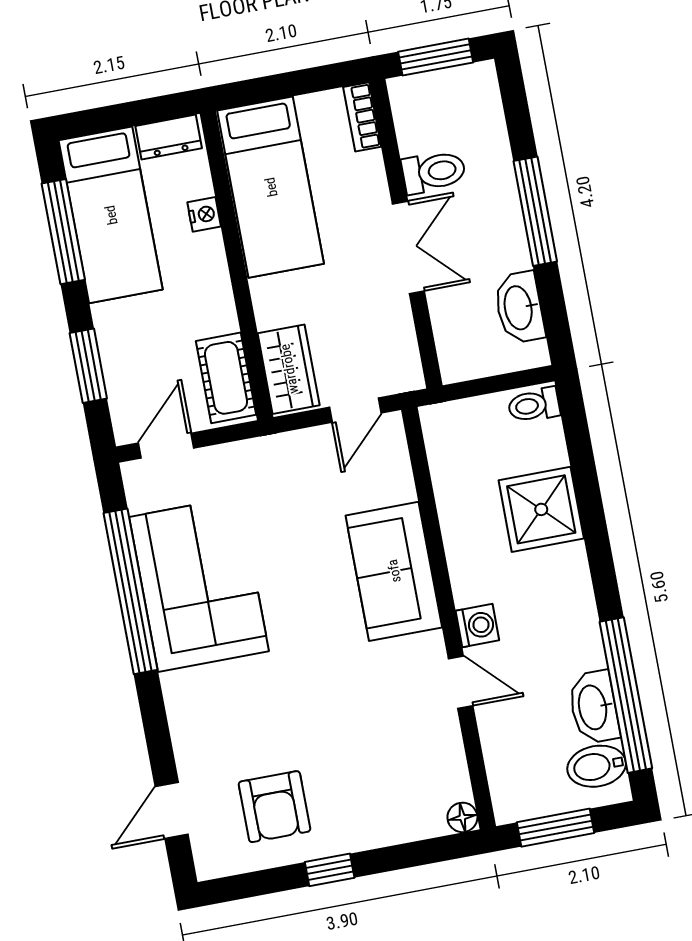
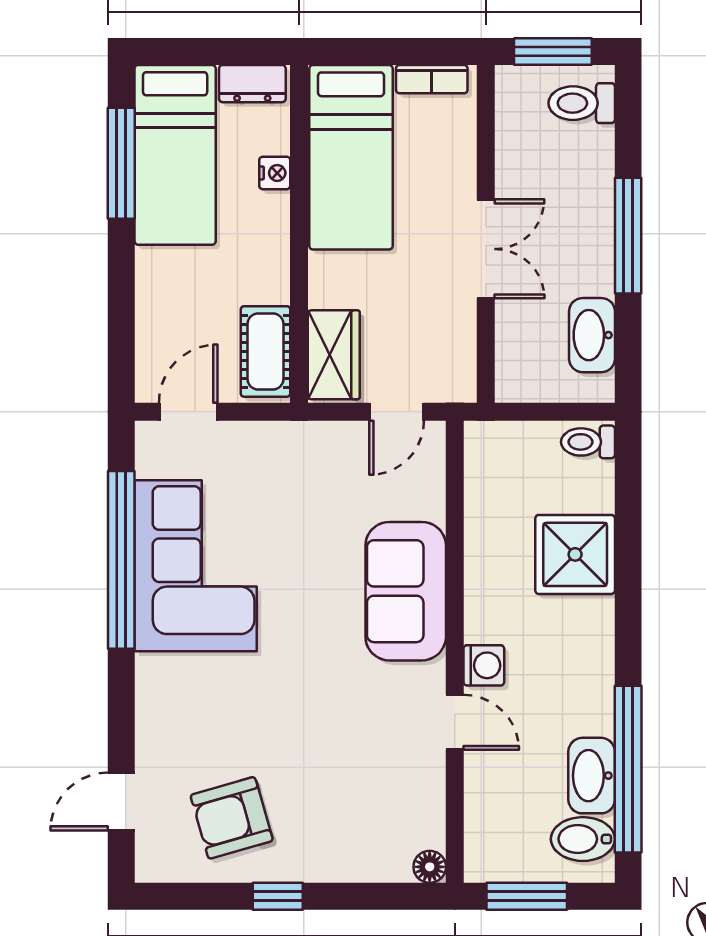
bookcase: (362, 117) -> (432, 79), moved, turned -90
toilet: (434, 172) -> (582, 103), moved, turned 180
window: (88, 366) -> (121, 311), removed
armchair: (274, 807) -> (232, 818), turned 74

